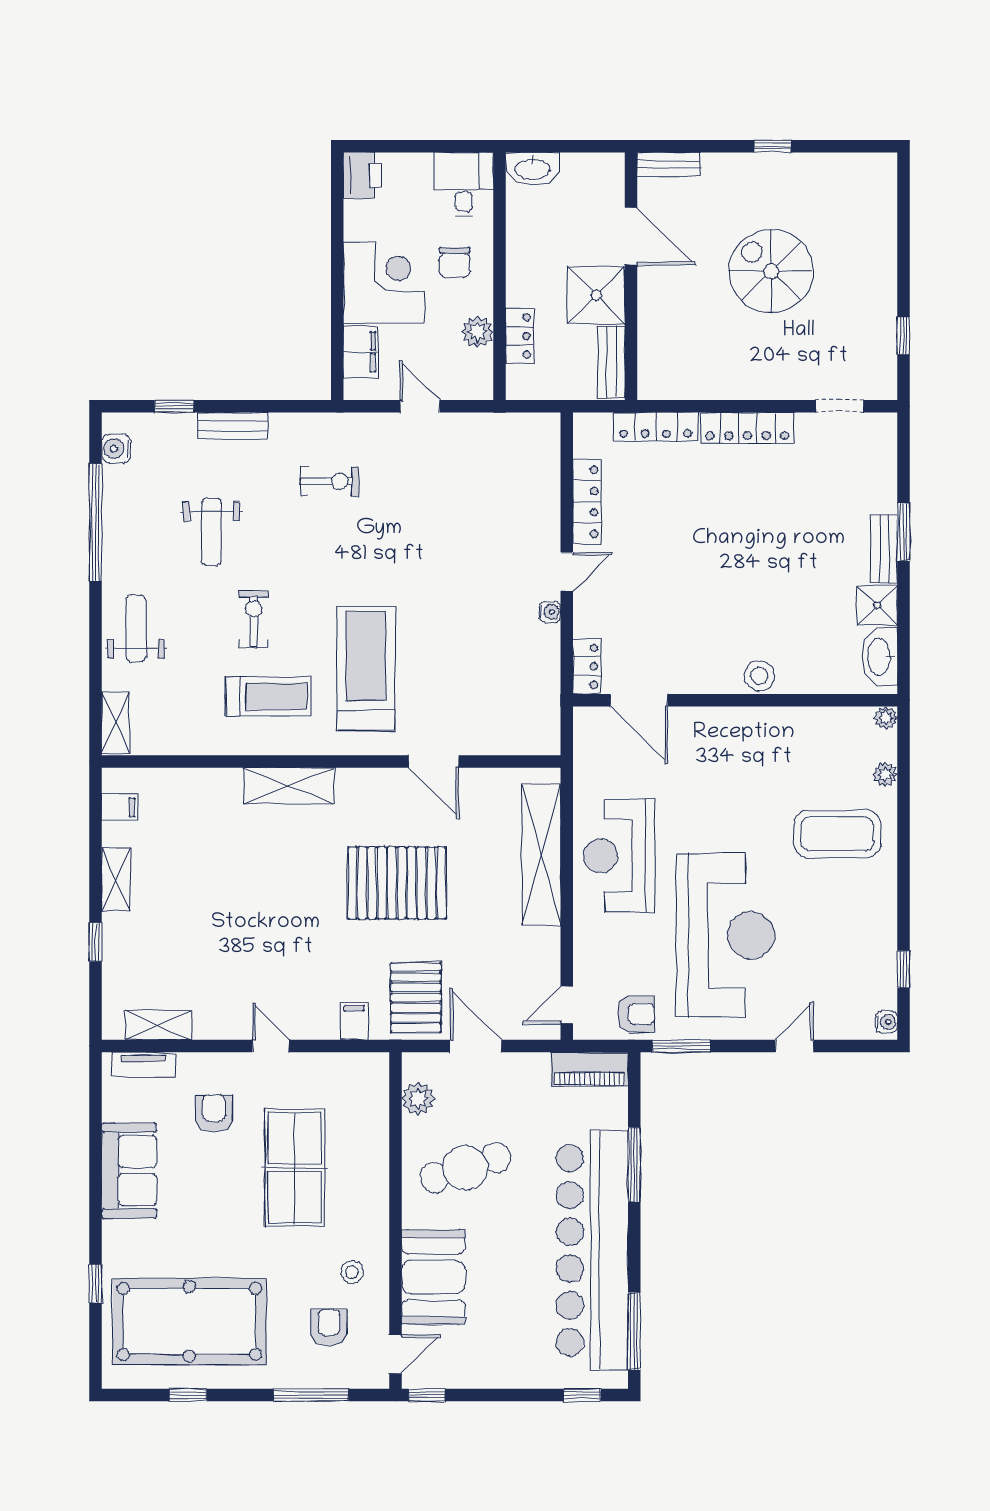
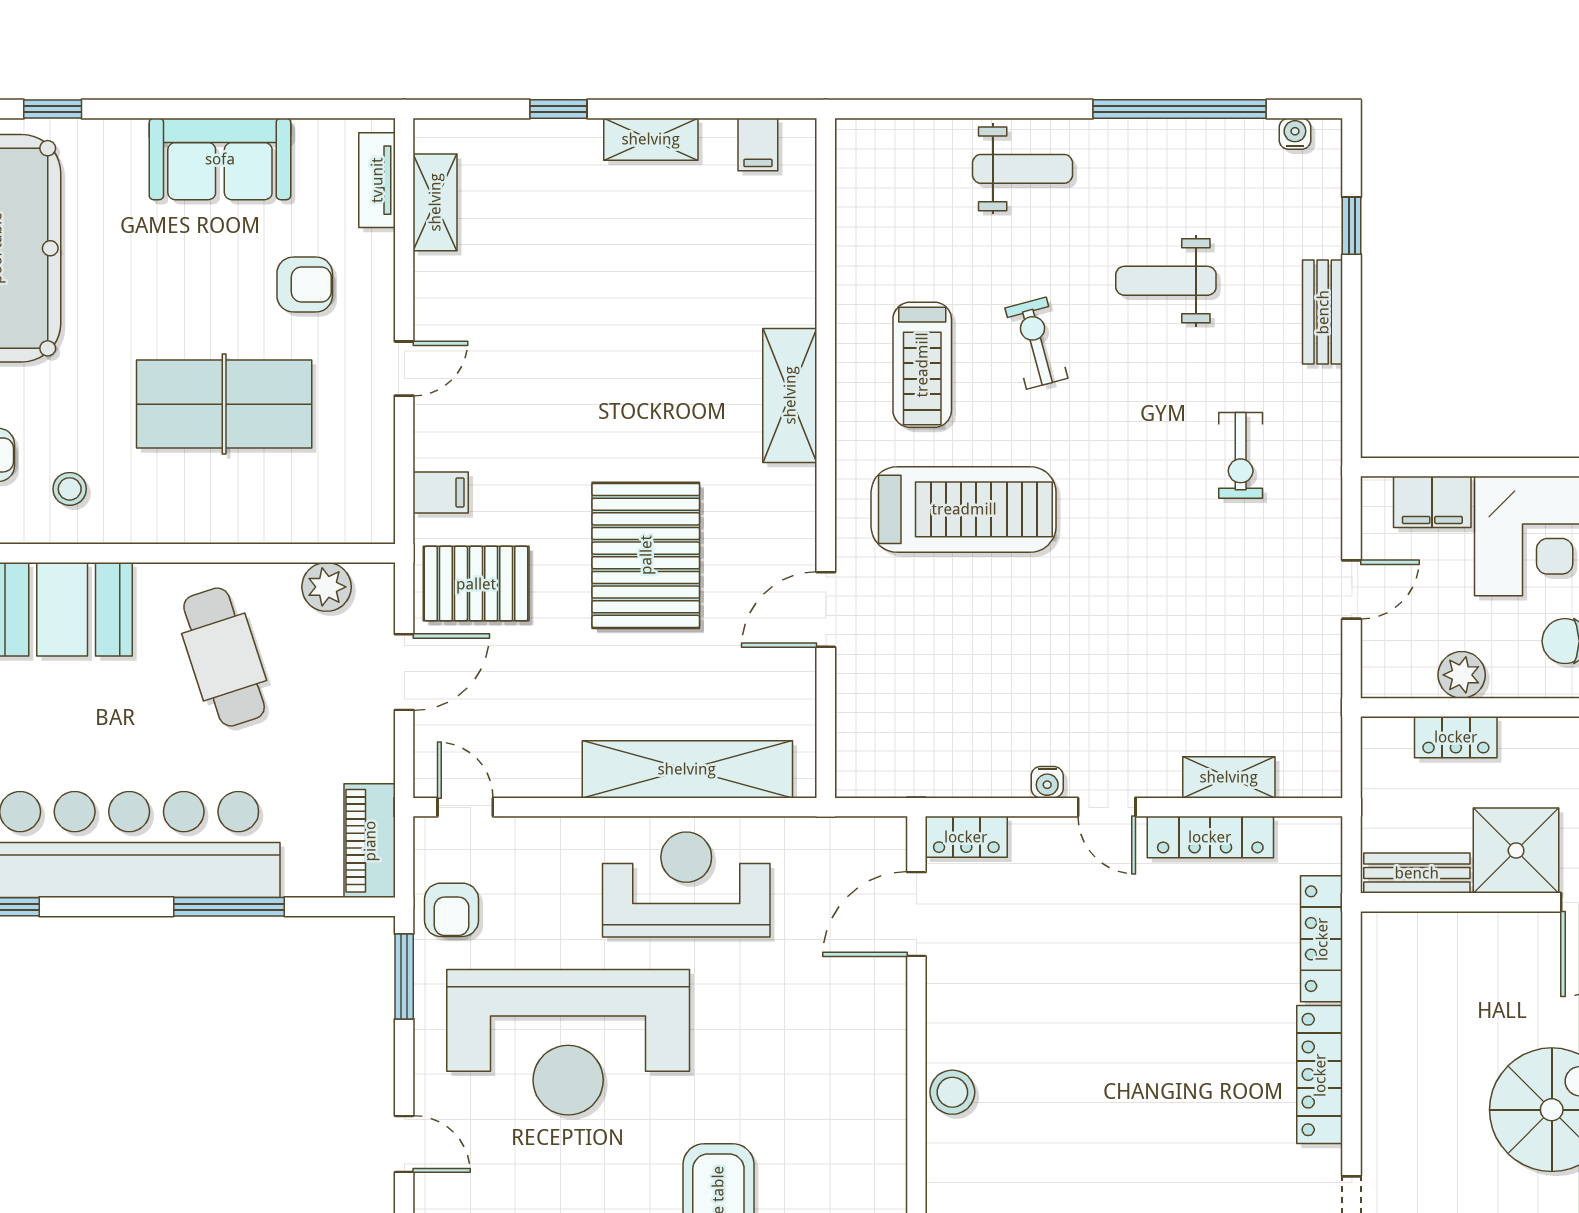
water cooler: (116, 449) -> (1295, 134), width x0.72, depth x0.72
exercise bike: (253, 619) -> (1036, 343), turned -105
shelving: (116, 723) -> (1229, 777), moved

